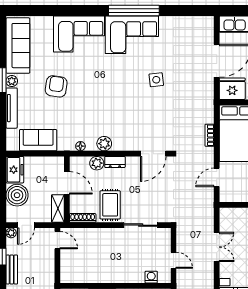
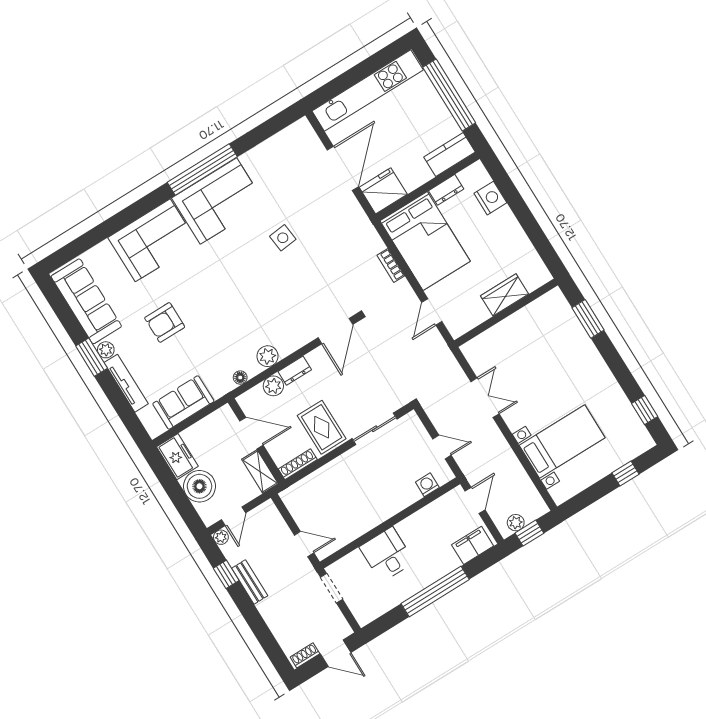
armchair: (56, 86) -> (165, 322), turned -98
door: (57, 240) -> (304, 544), moved

